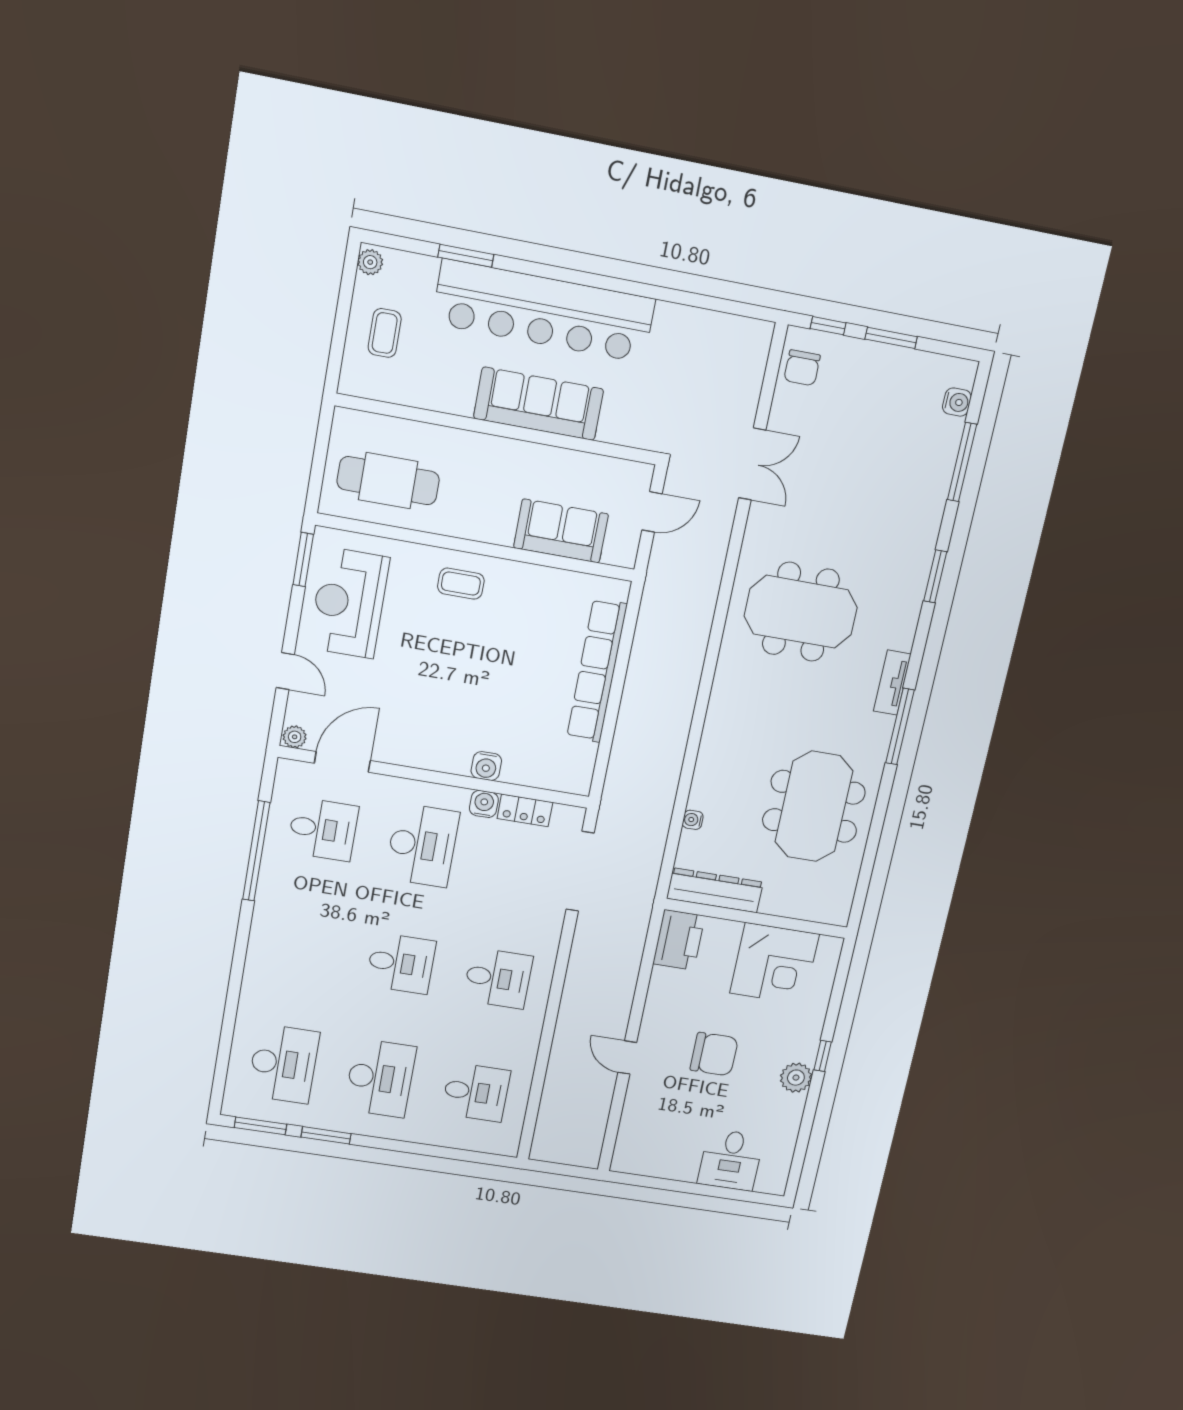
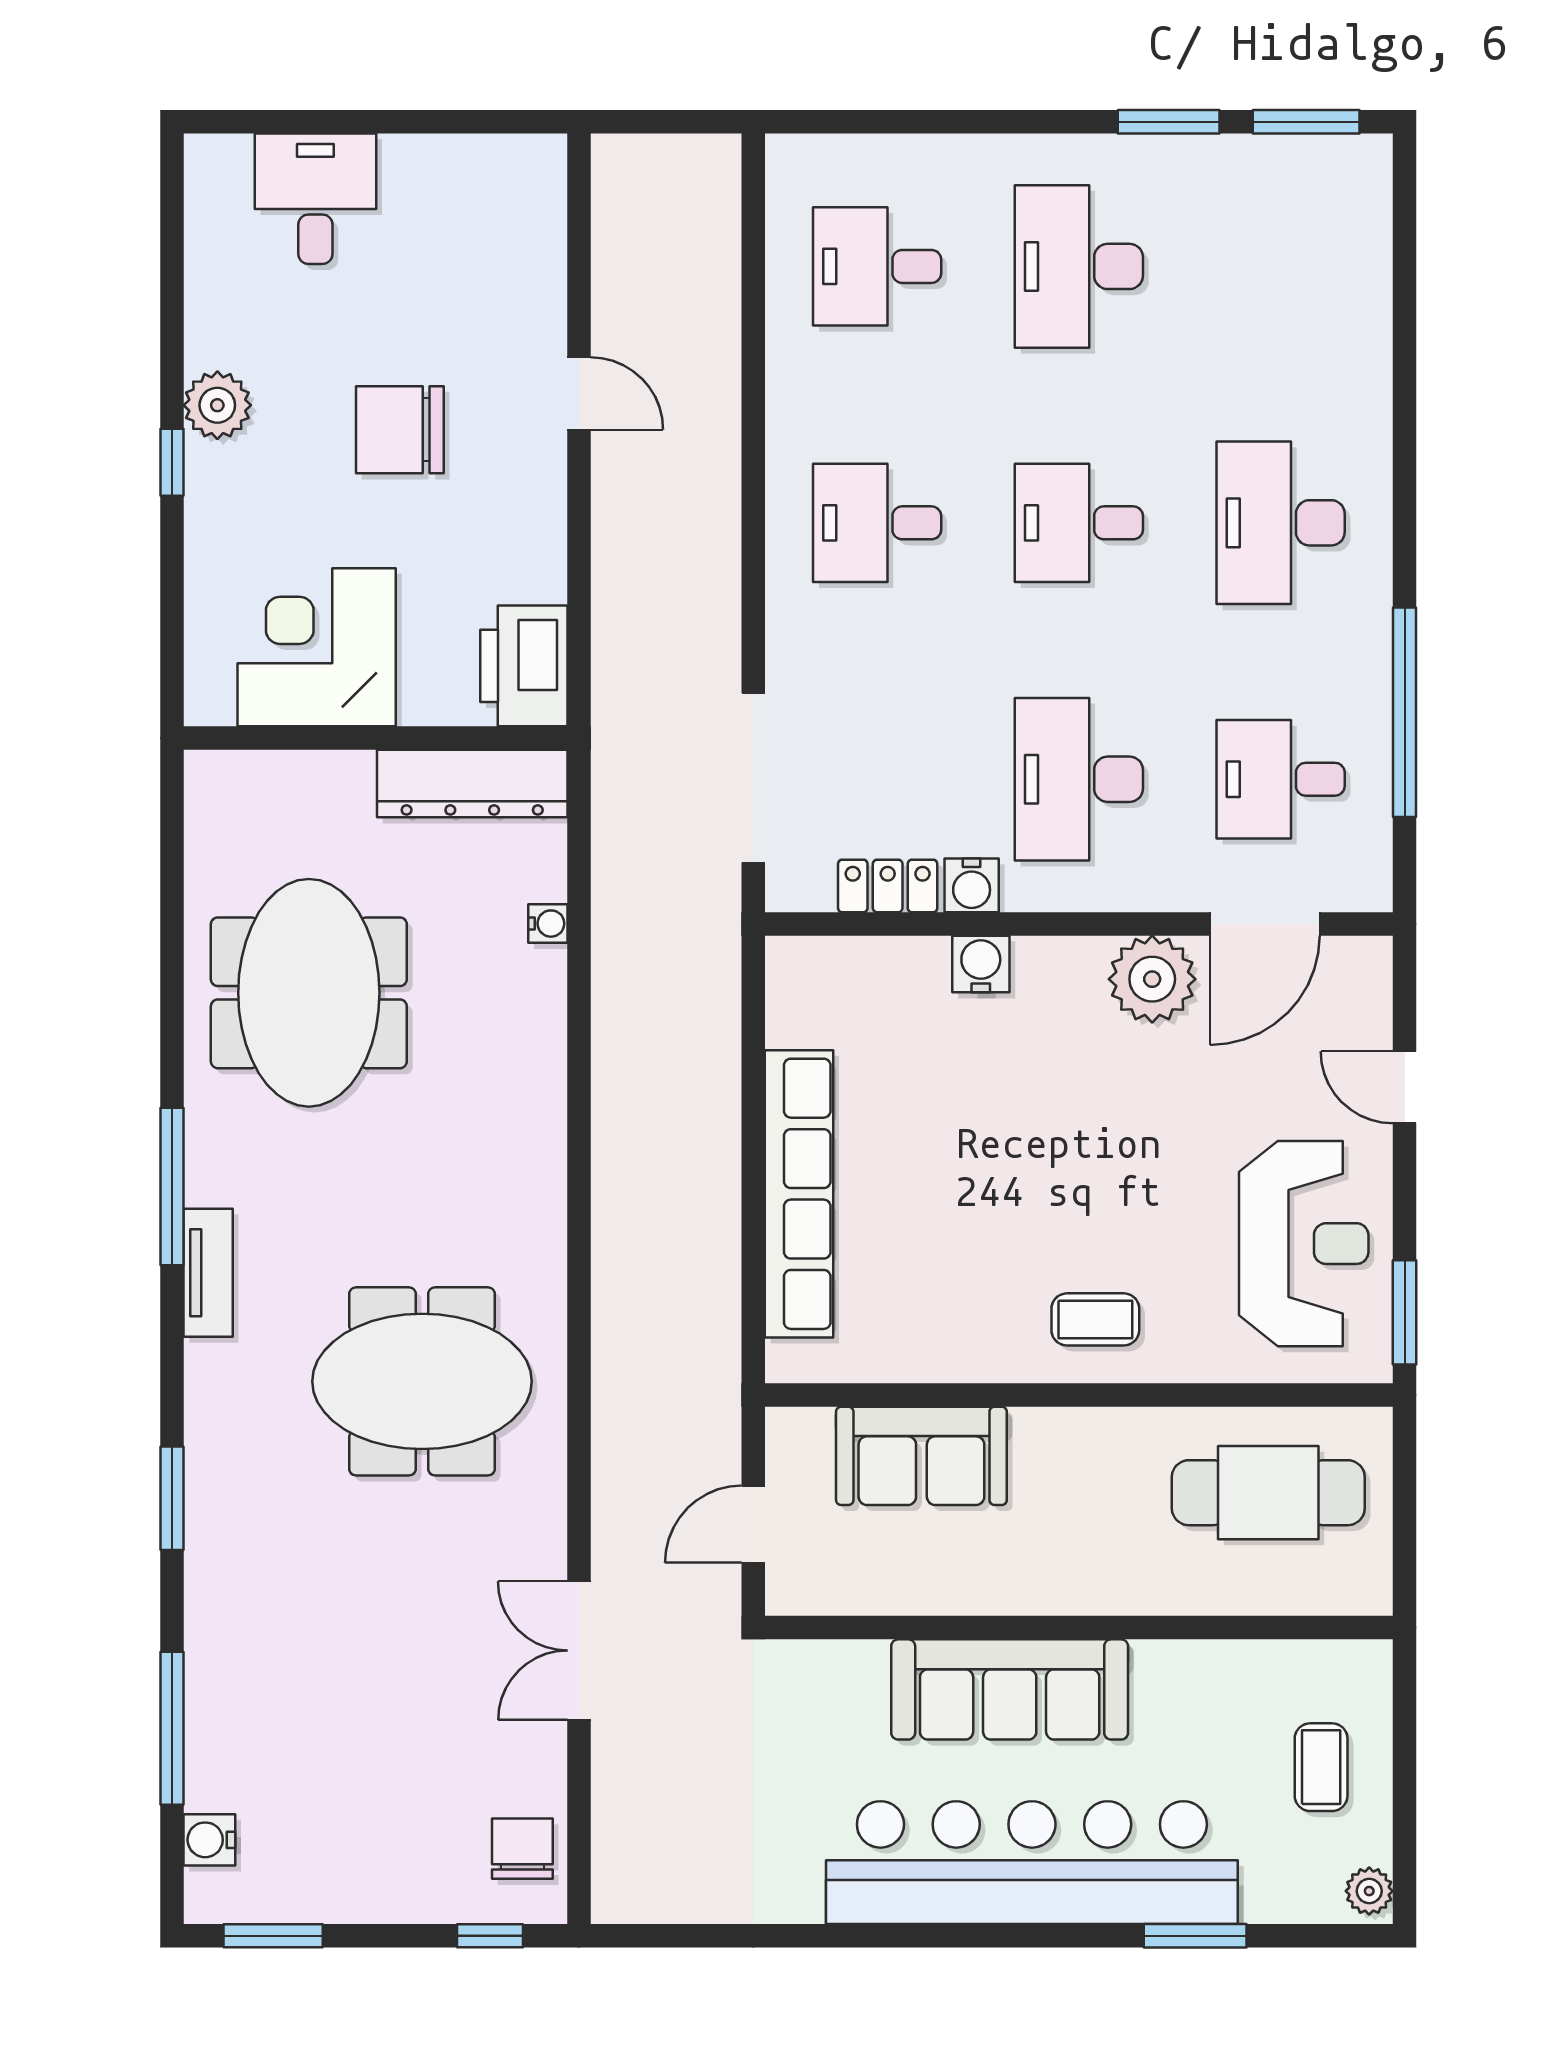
window: (891, 338) -> (273, 1936), moved
plant: (295, 737) -> (1152, 979), moved, width x1.87, depth x1.87
desk: (283, 1064) -> (1281, 523), moved

